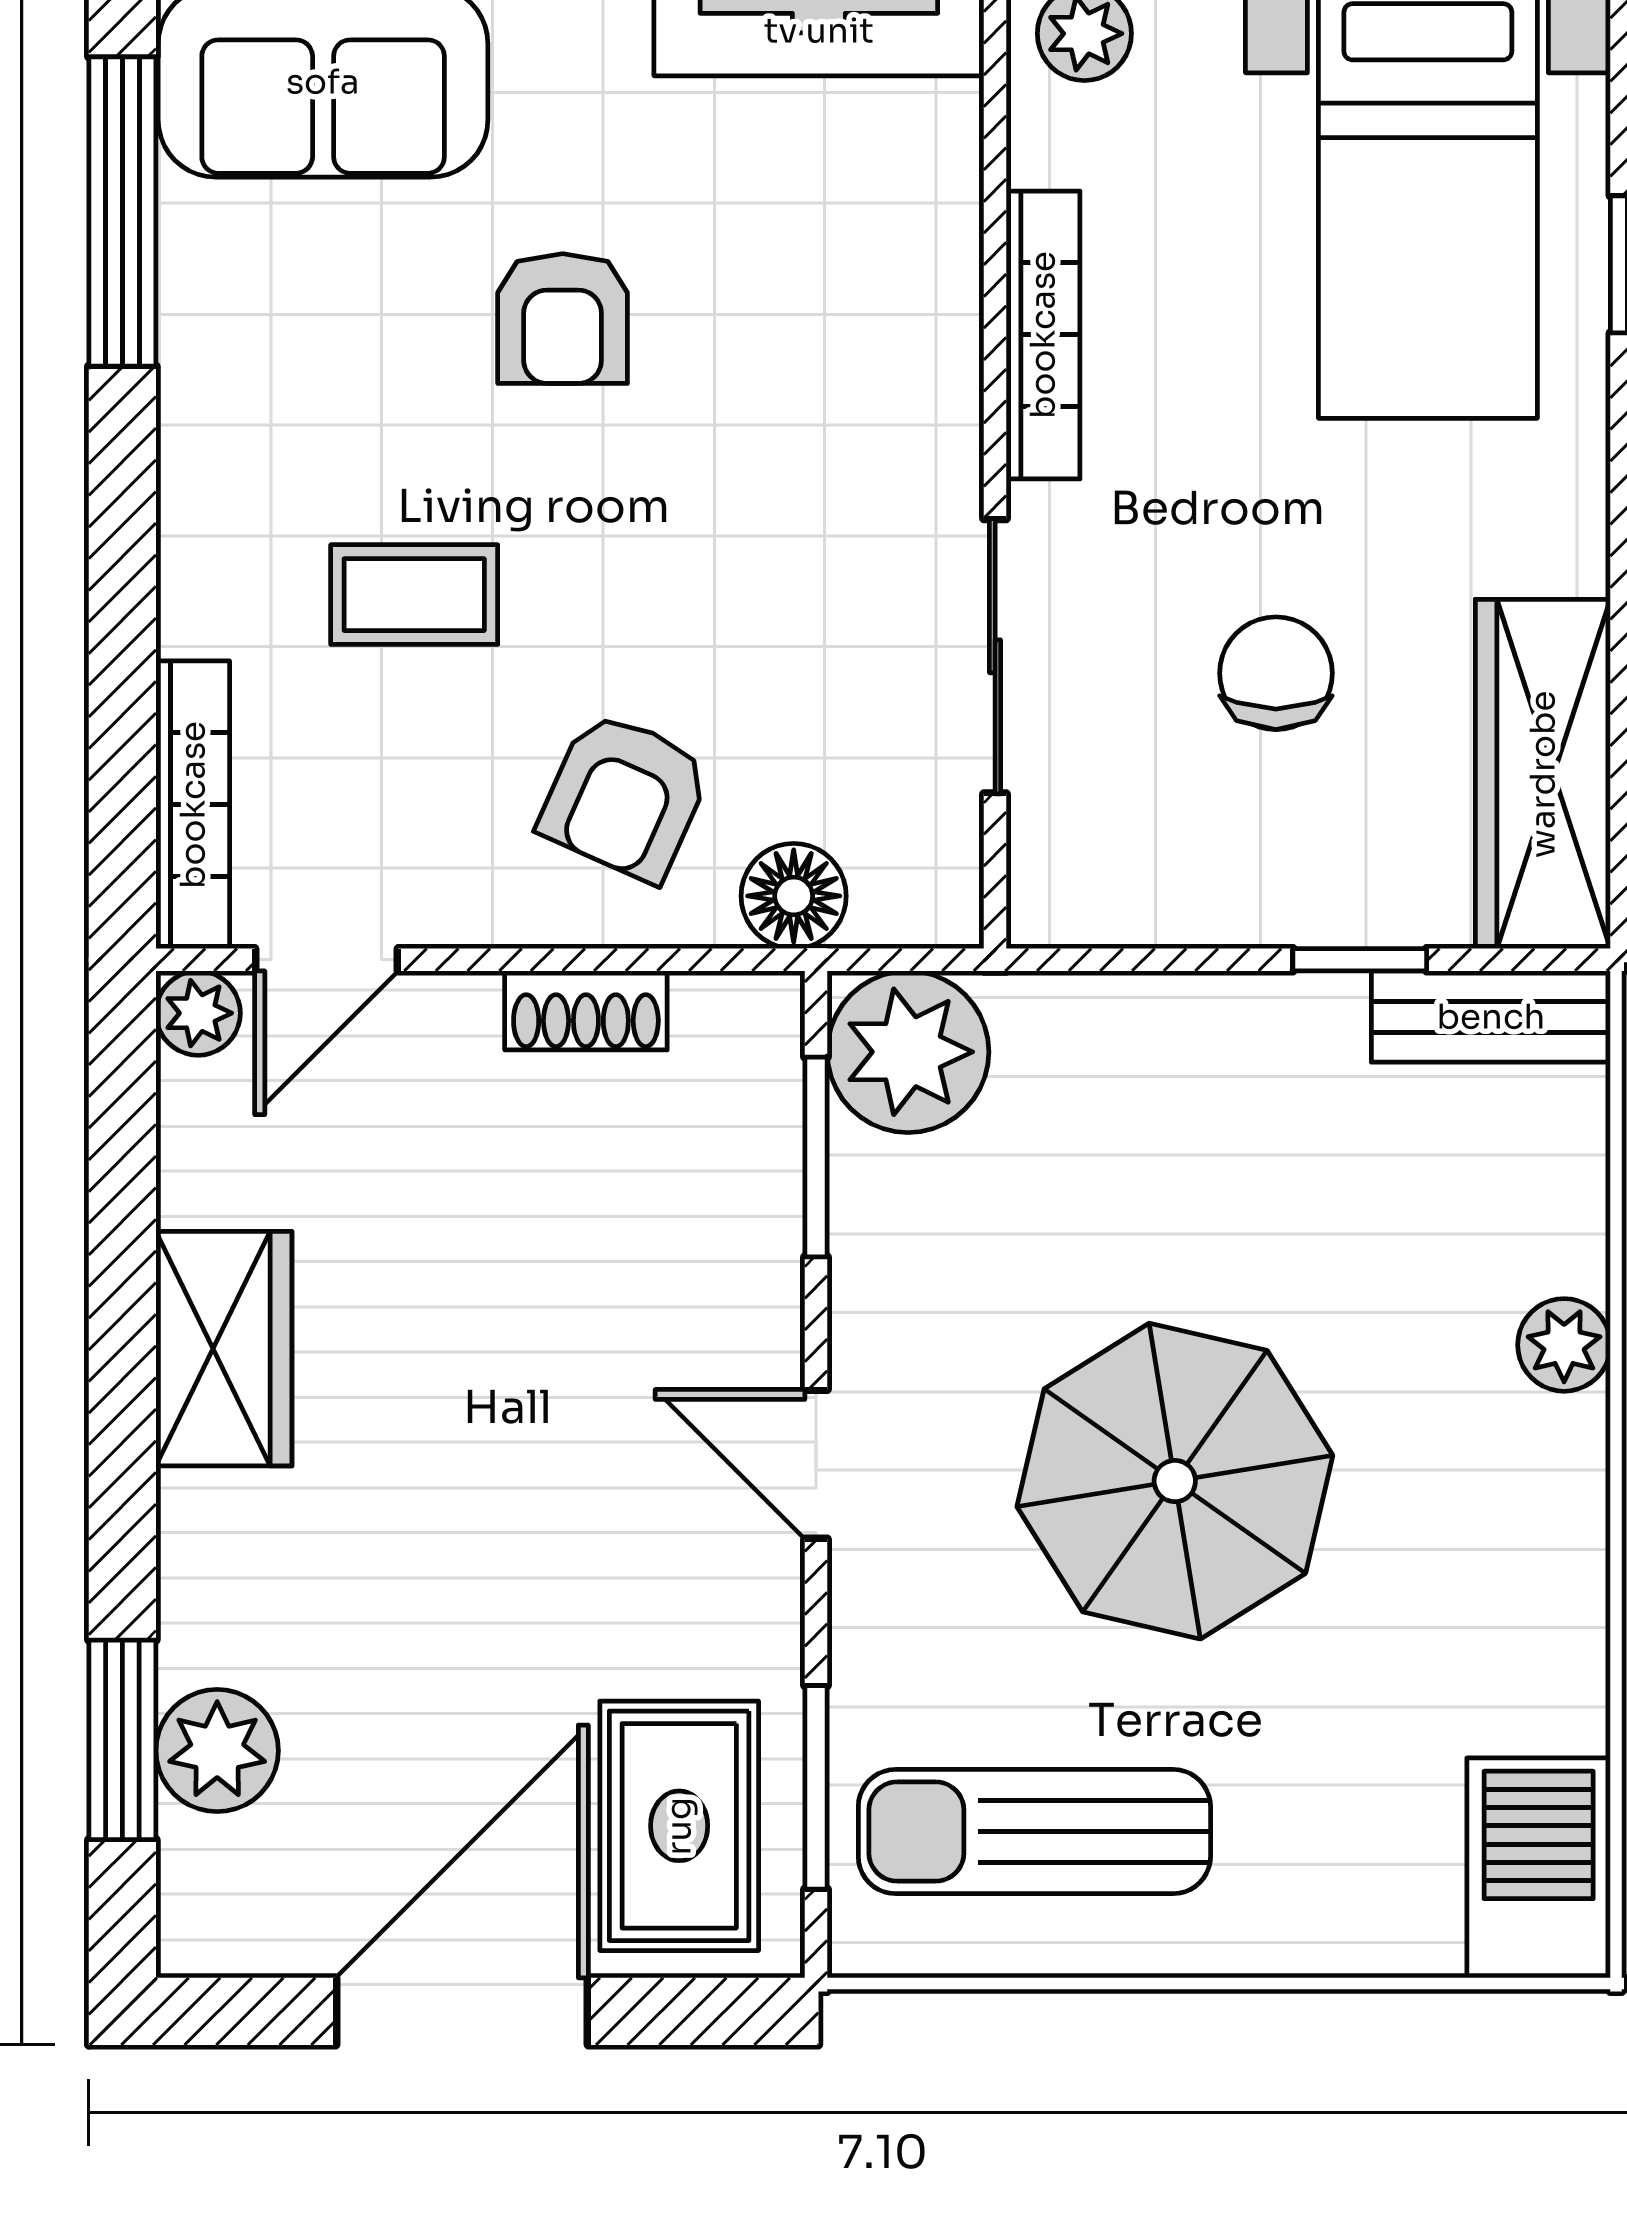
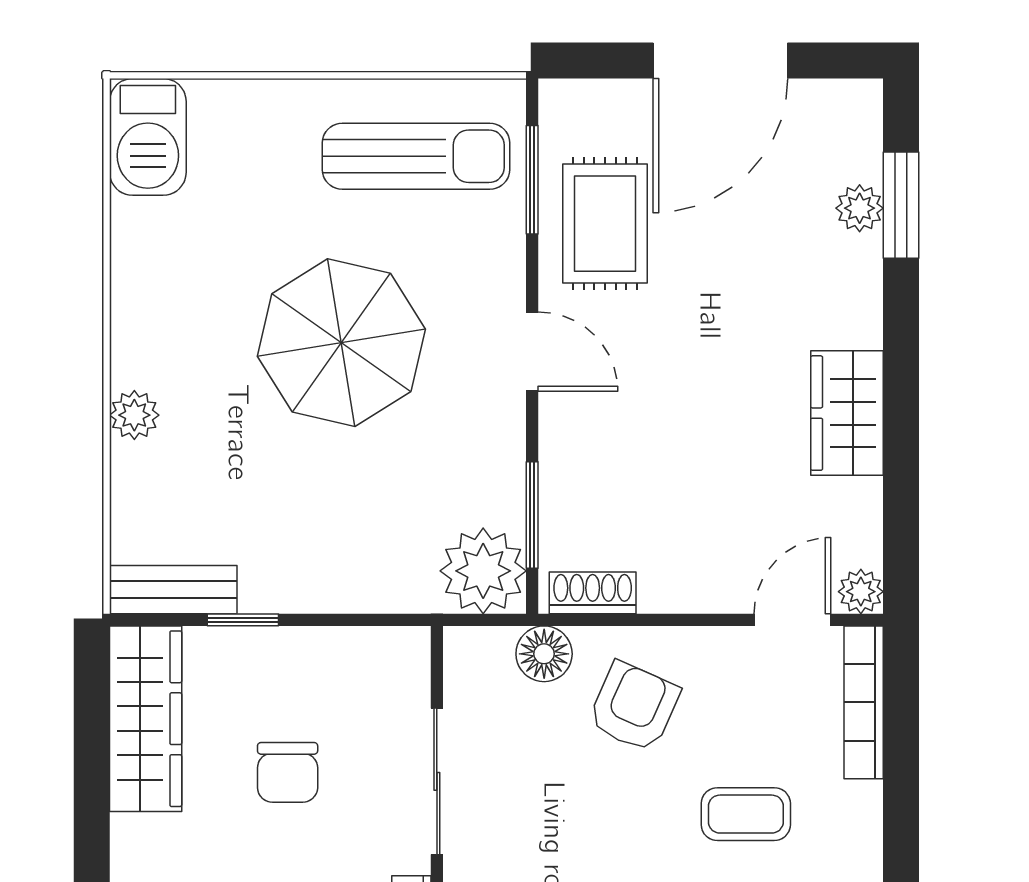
shoe rack: (586, 1010) -> (593, 593), moved
plant: (217, 1751) -> (860, 208), width x0.73, depth x0.73
rug: (679, 1826) -> (605, 224), moved

